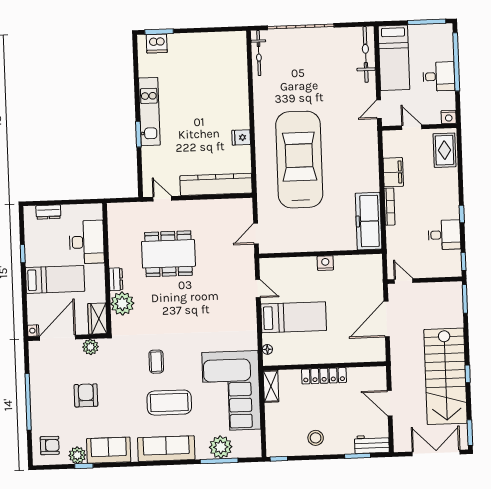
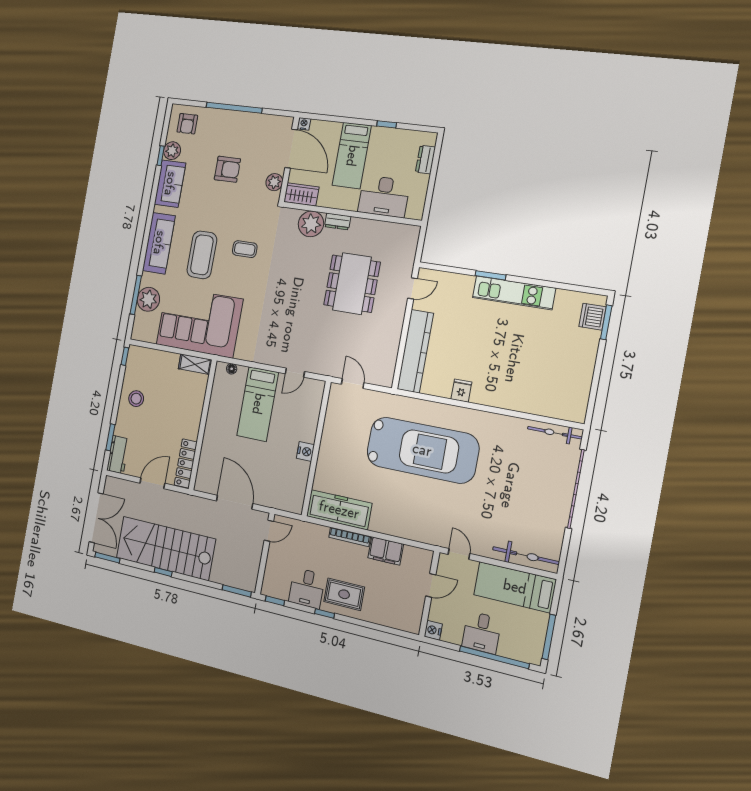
rug: (444, 150) -> (344, 594), moved
locker: (324, 376) -> (186, 463), moved

